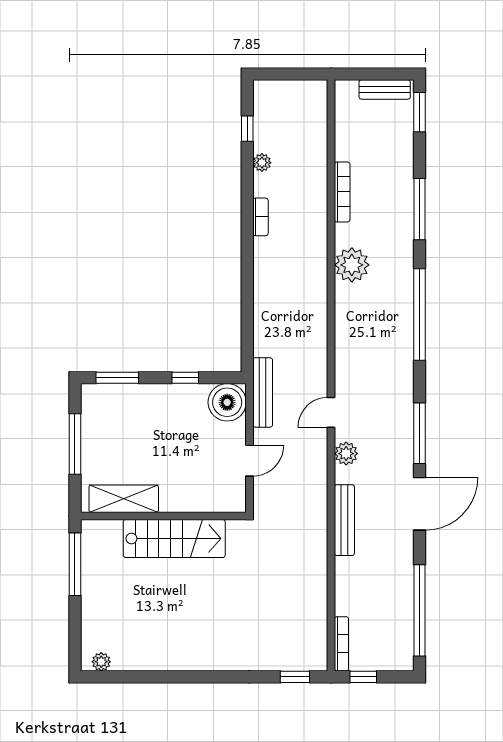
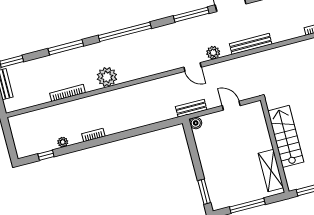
window: (185, 378) -> (194, 154), removed
bench: (263, 392) -> (191, 108), width x0.73
boiler: (227, 402) -> (196, 123), width x0.54, depth x0.54

